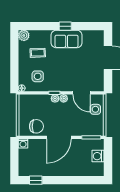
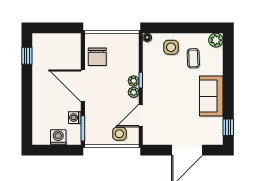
window: (65, 26) -> (228, 127), moved
side table: (38, 76) -> (171, 47), moved
washing machine: (23, 143) -> (75, 118), moved

